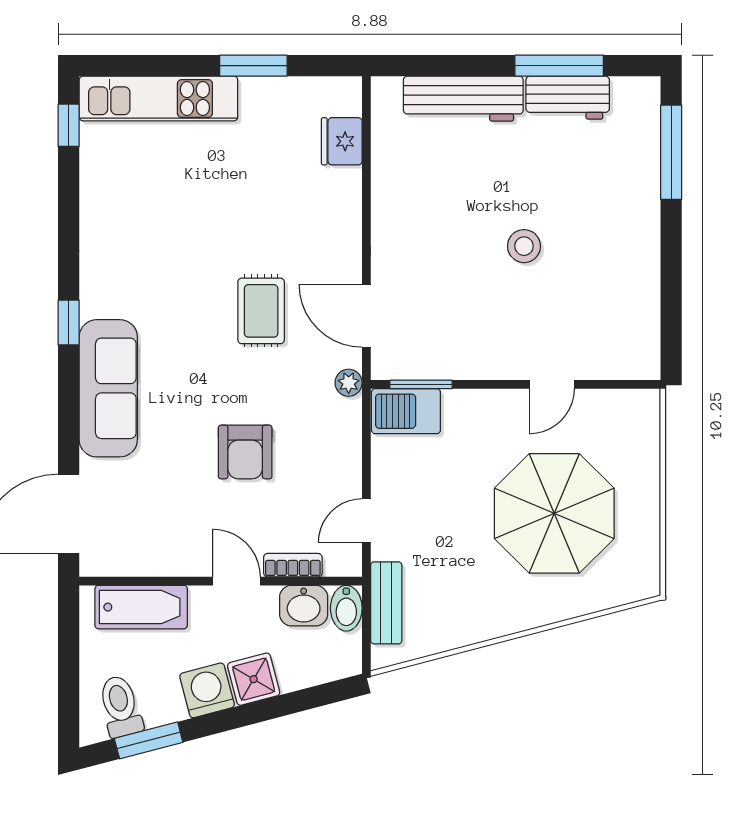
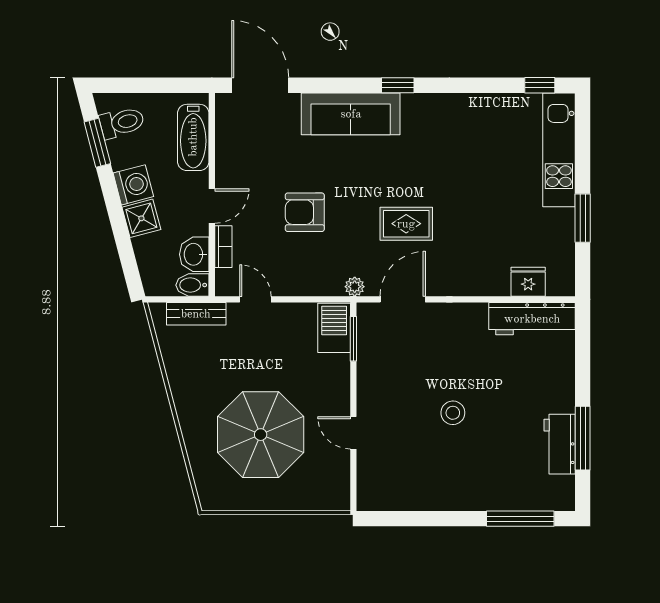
workbench: (463, 99) -> (532, 319), moved, turned -90

